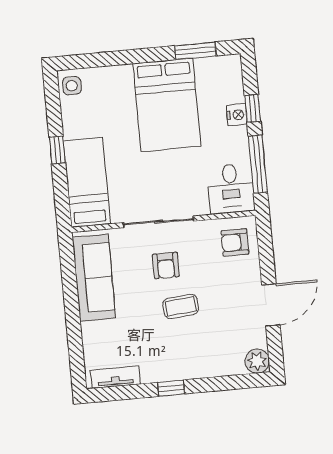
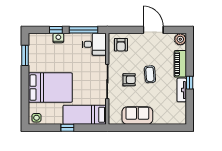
bed: (167, 105) -> (50, 88), moved
sofa: (94, 278) -> (137, 116), width x0.73
piano: (208, 366) -> (180, 64), added
tv unit: (115, 377) -> (182, 90), moved

